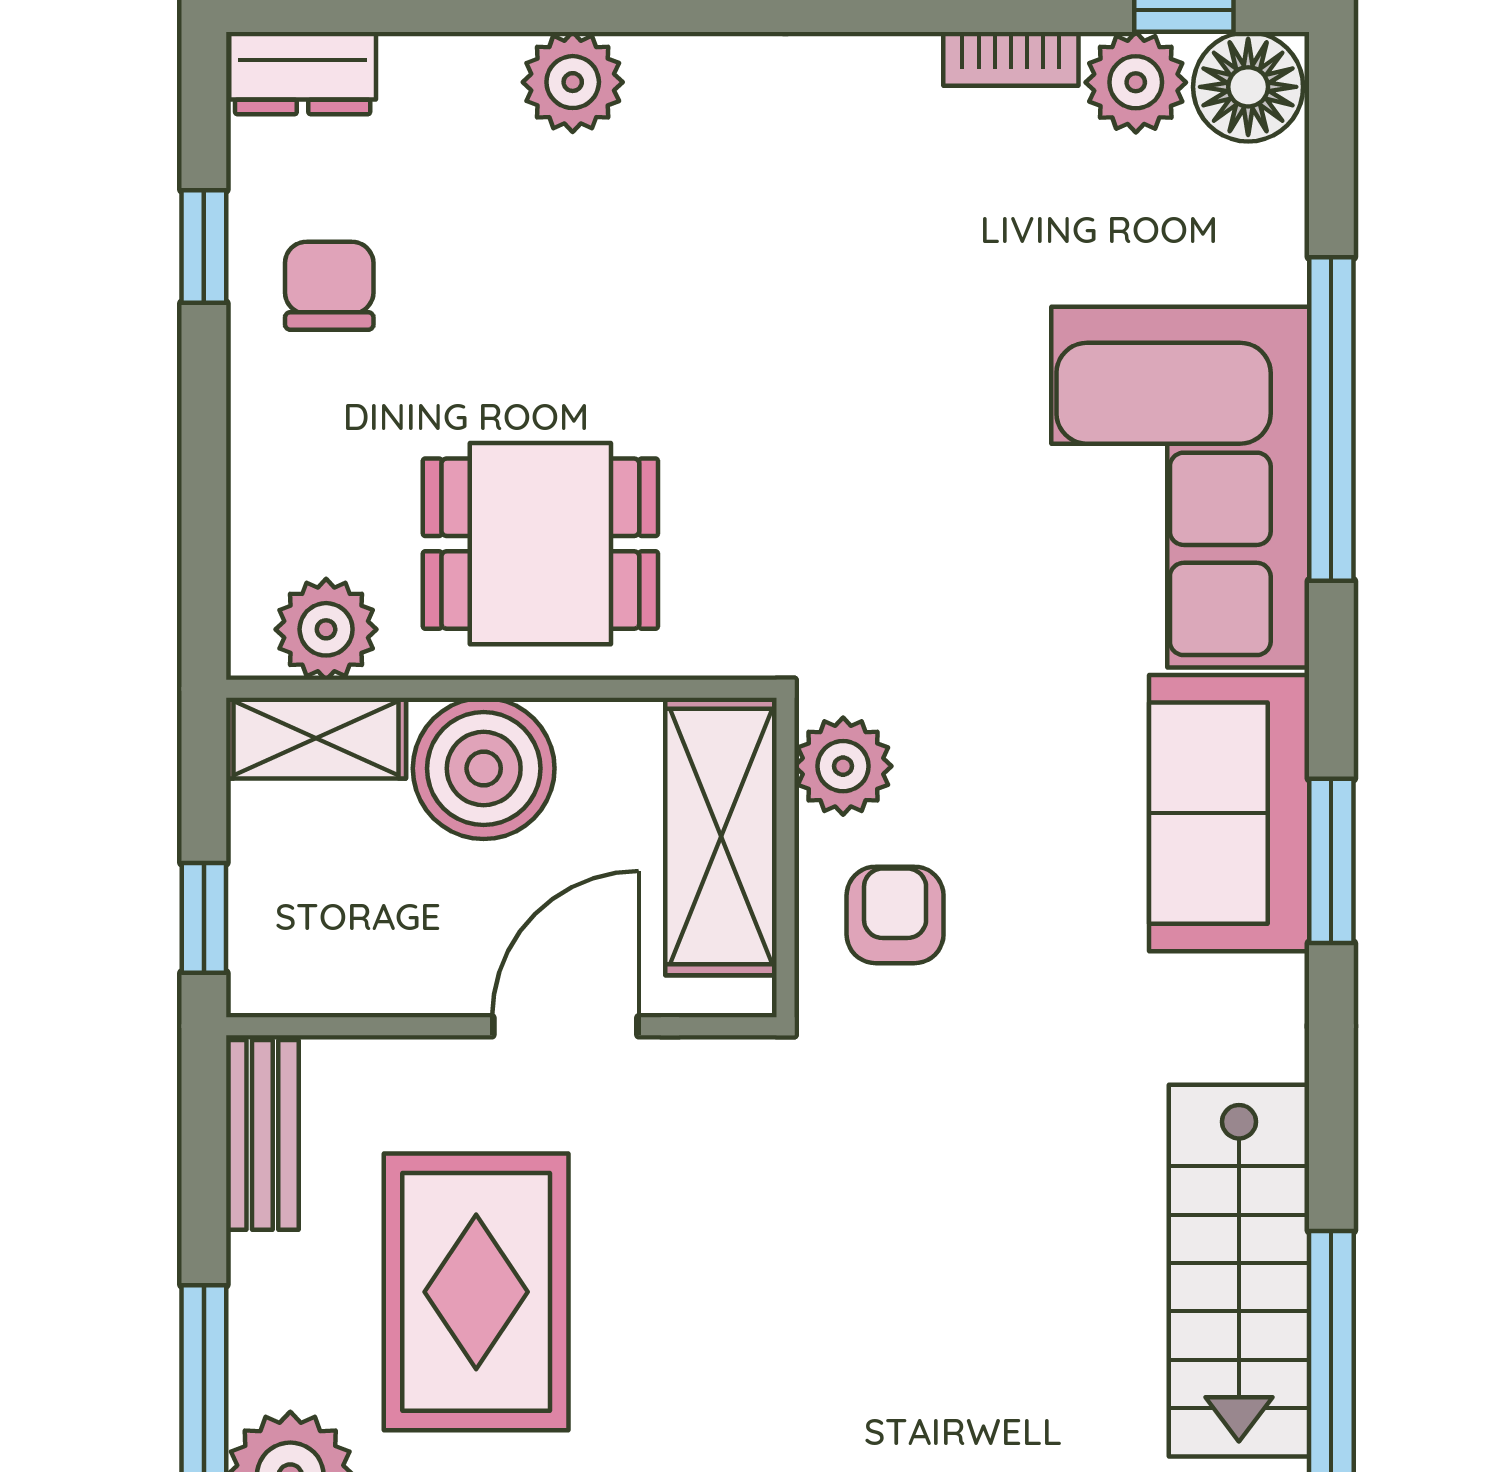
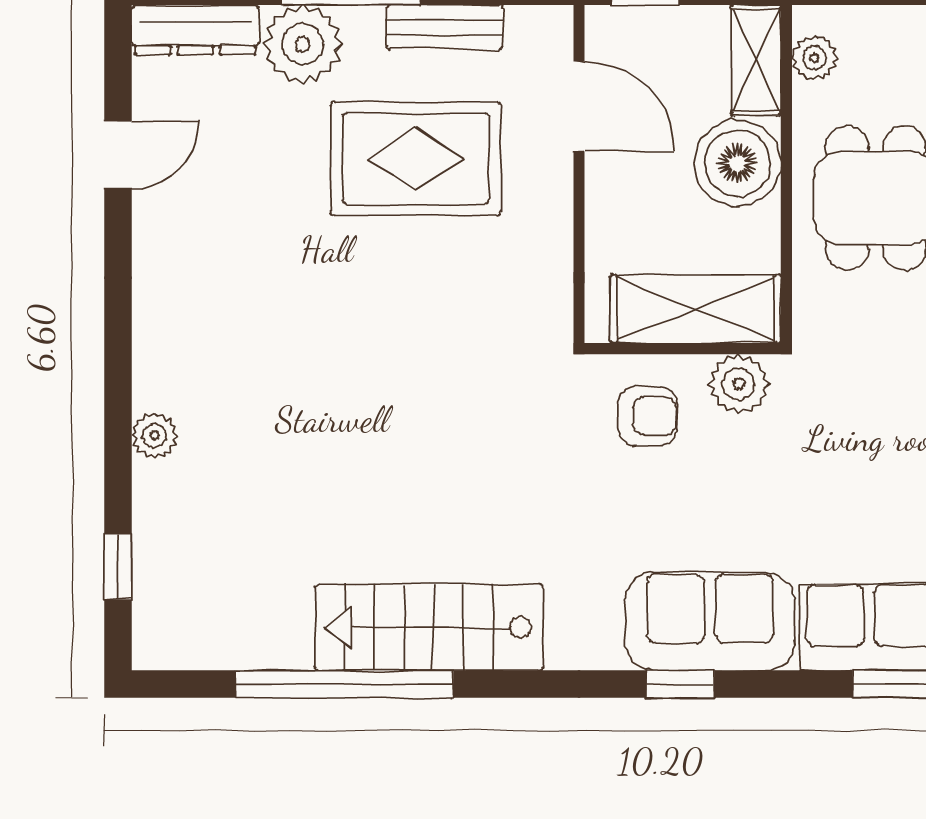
plant: (326, 629) -> (814, 58), width x0.73, depth x0.73
window: (1331, 861) -> (681, 684), width x0.67
door: (565, 1026) -> (579, 106), moved
bench: (262, 1135) -> (445, 27), moved

